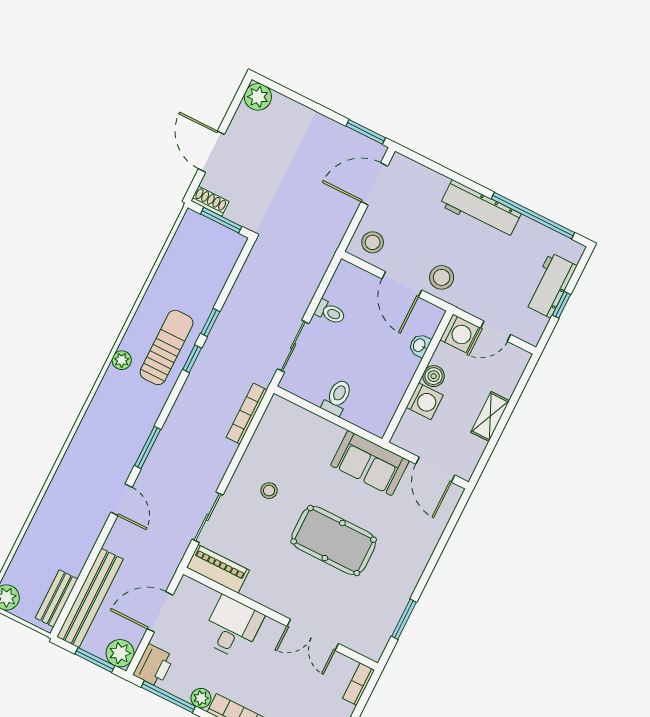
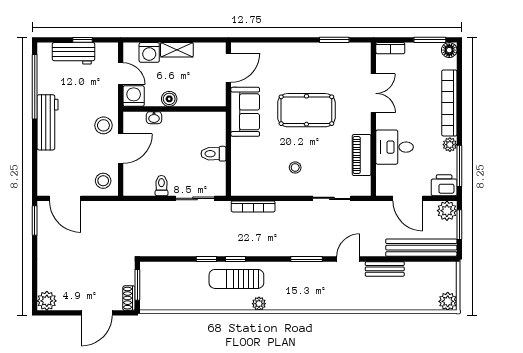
washing machine: (425, 401) -> (149, 52), moved, turned 180
pool table: (334, 541) -> (306, 110), turned 90
piano: (218, 569) -> (362, 155), moved
bench: (57, 598) -> (385, 269), moved

